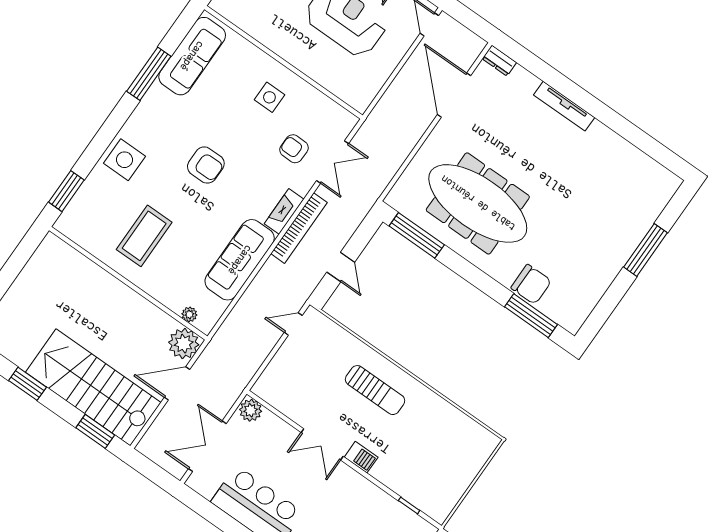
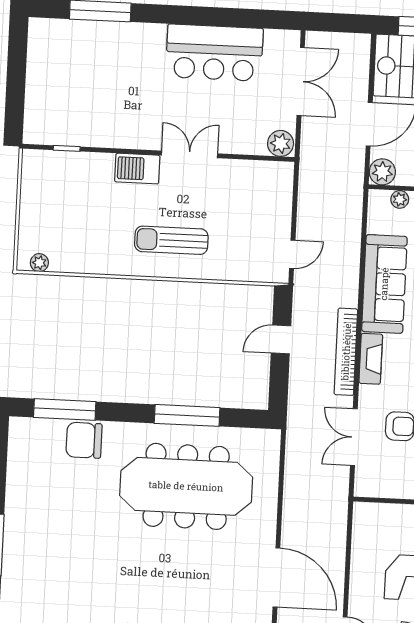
window: (417, 235) -> (187, 415), moved
door: (341, 267) -> (281, 339), hinge flipped
plant: (184, 344) -> (382, 172), width x0.73, depth x0.73
plant: (482, 435) -> (39, 263), added
barbecue: (361, 457) -> (137, 169), width x1.38, depth x1.27

